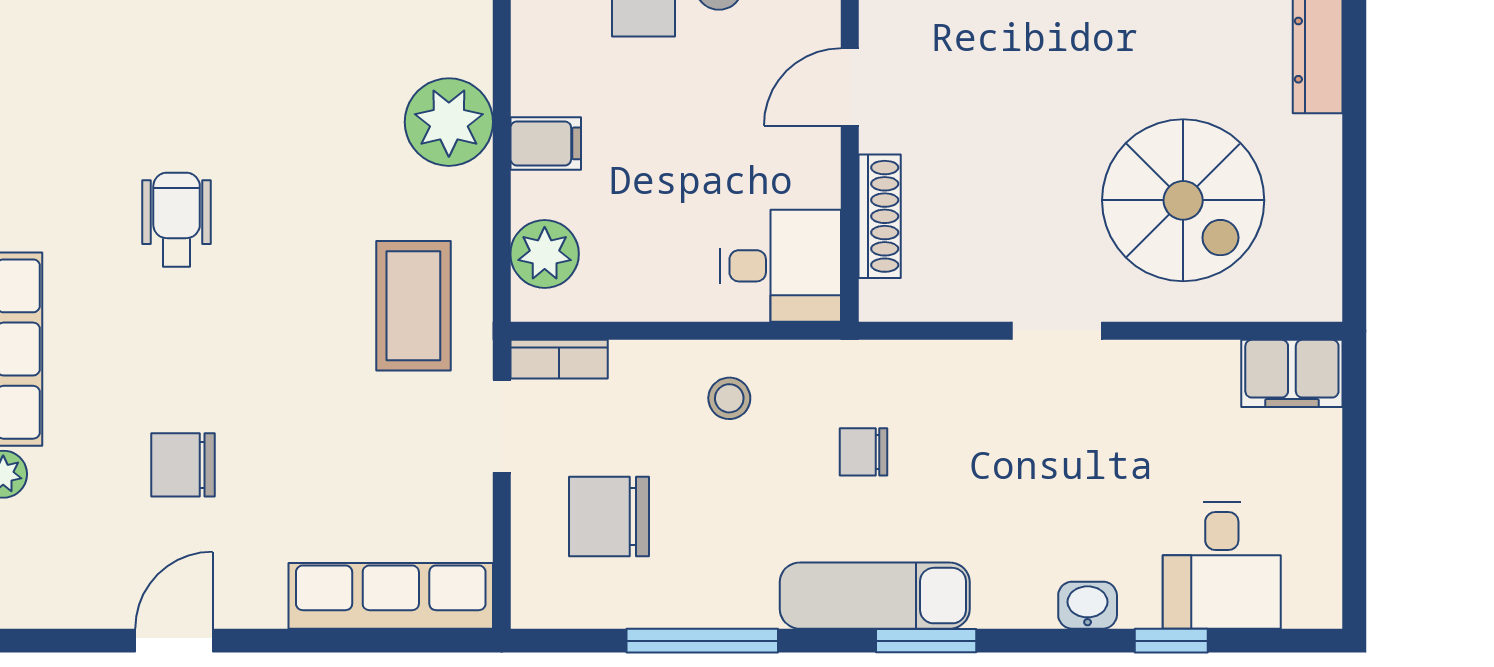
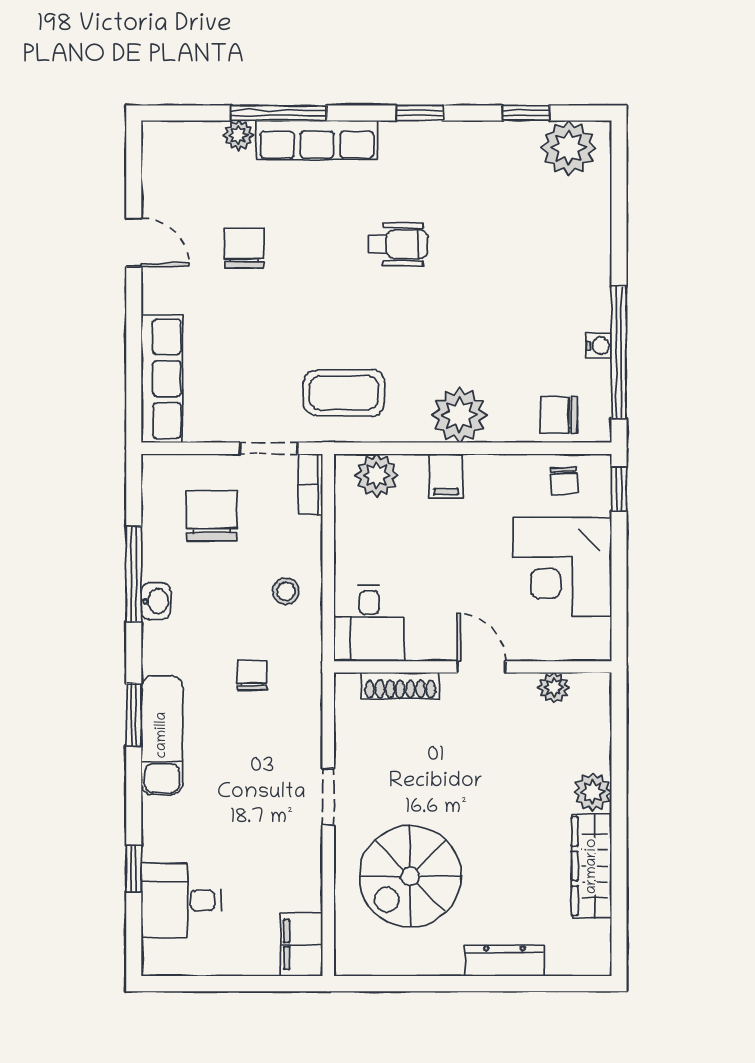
exam couch: (875, 596) -> (162, 735), moved
washbasin: (1088, 605) -> (156, 601), moved

